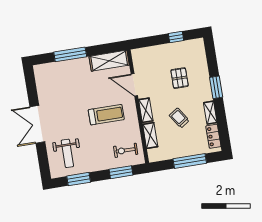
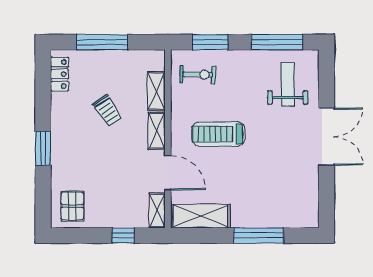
window: (176, 37) -> (123, 236), moved
pallet: (180, 78) -> (72, 206), moved
shelving: (210, 113) -> (157, 211), moved
window: (79, 179) -> (277, 42), width x1.44

